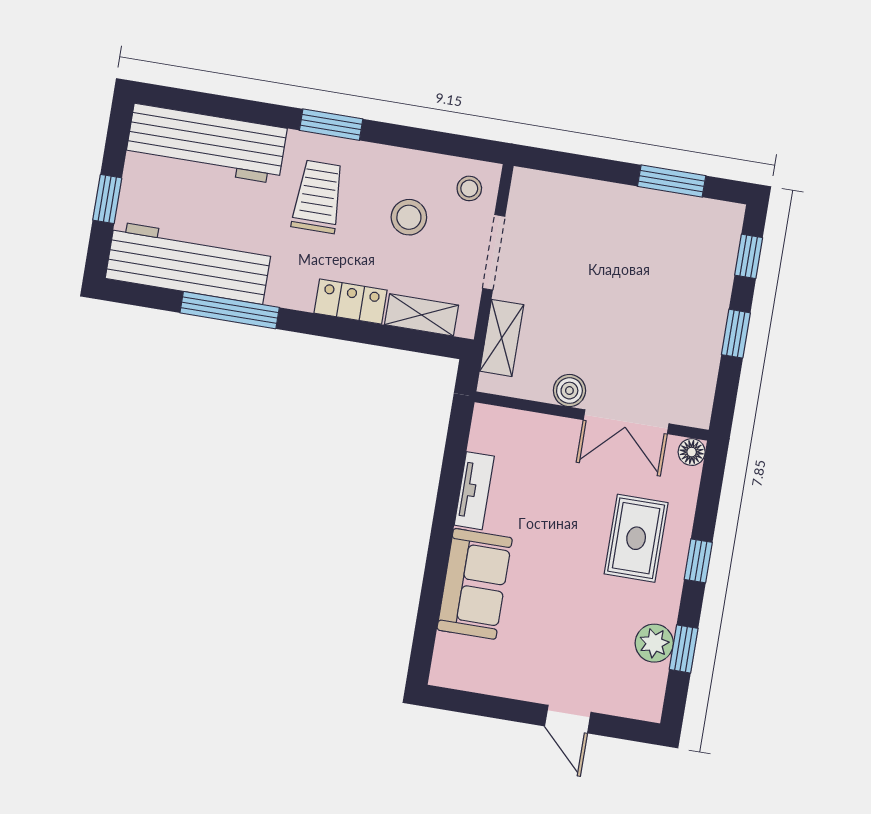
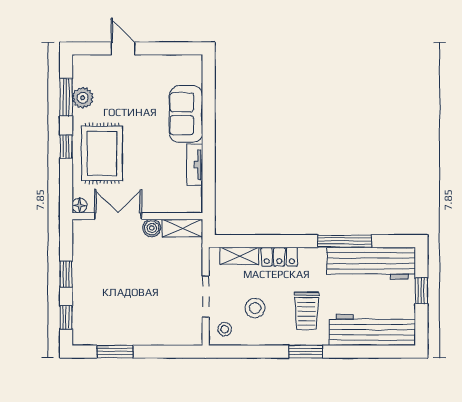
shelving: (502, 338) -> (182, 228), moved, turned 90
rug: (636, 538) -> (102, 153), width x1.36, depth x1.43
window: (684, 649) -> (66, 97), width x1.50

